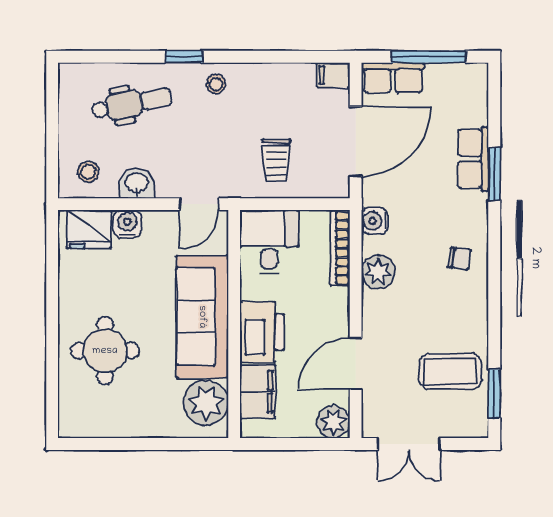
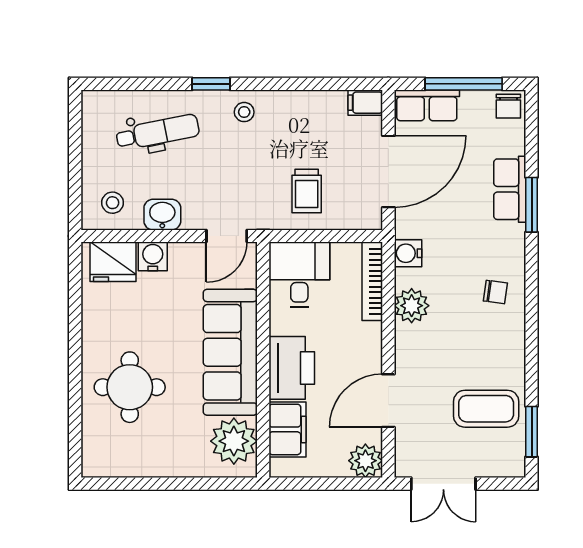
chair: (472, 78) -> (508, 106), added

